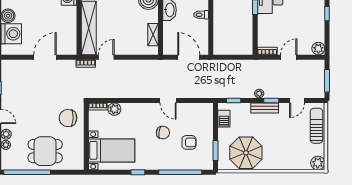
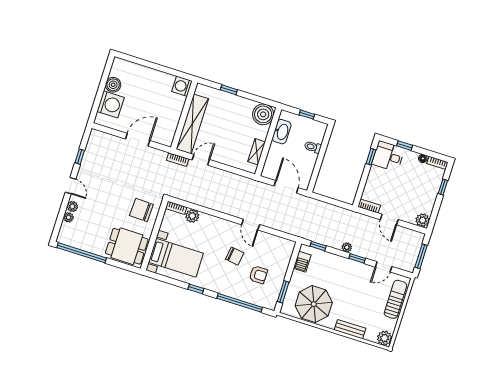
door: (289, 57) -> (389, 220), swing flipped
bench: (265, 108) -> (350, 329), moved
dining table: (45, 151) -> (127, 246), moved

